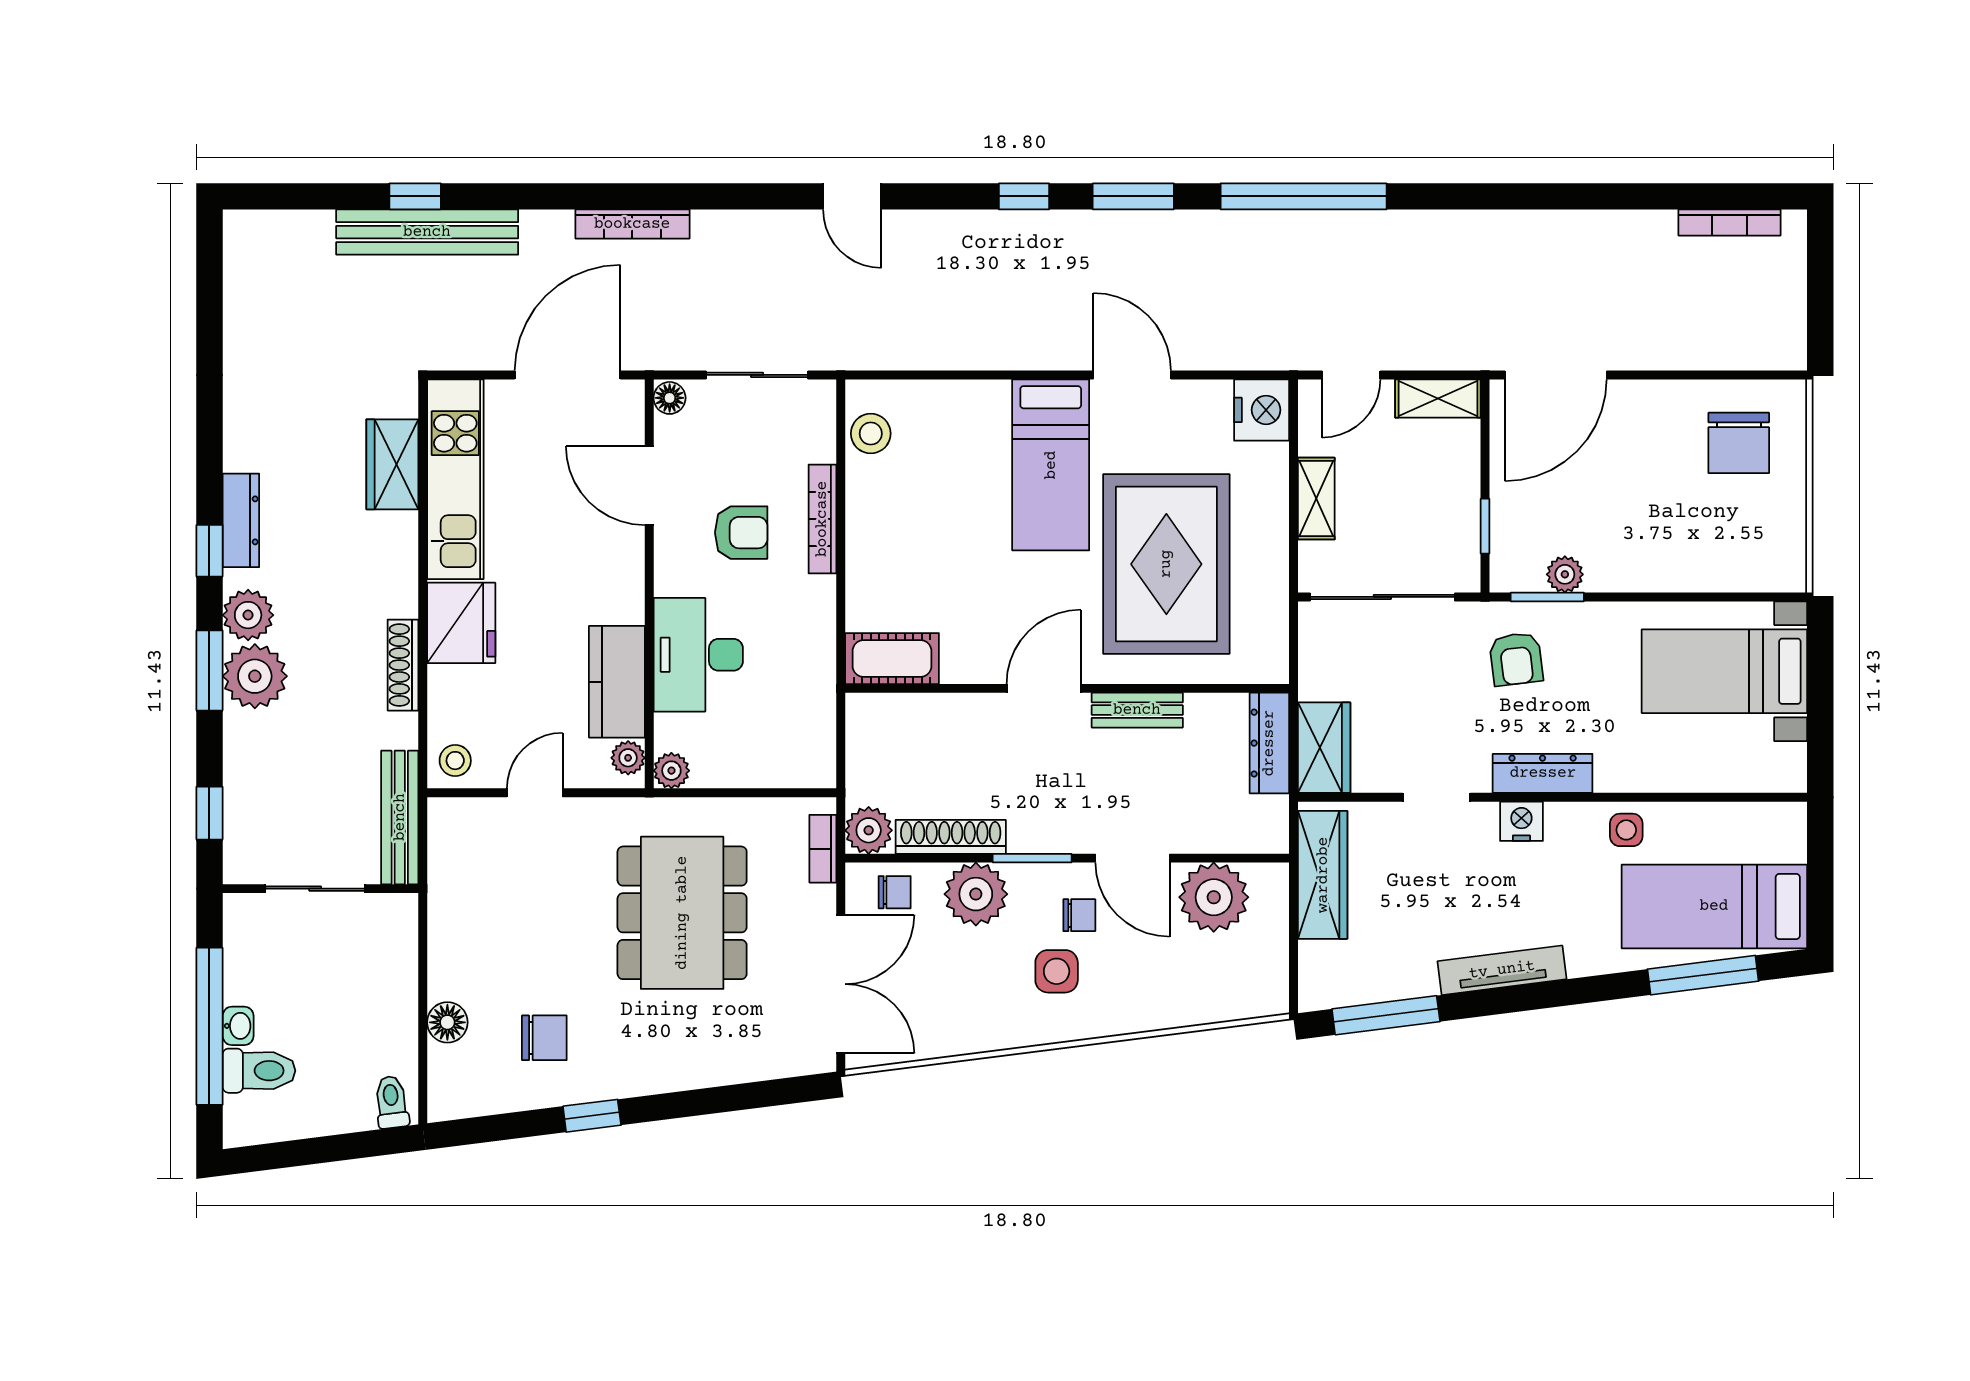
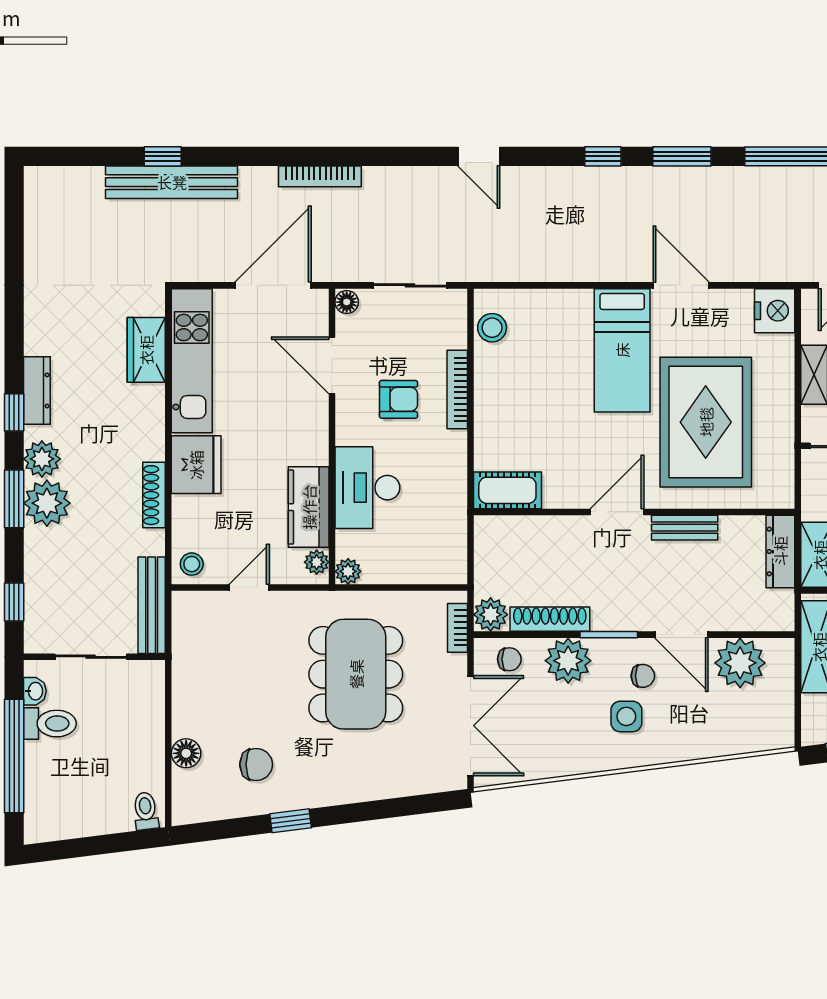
washbasin: (238, 1026) -> (35, 691), moved
toilet: (259, 1071) -> (50, 724), moved

